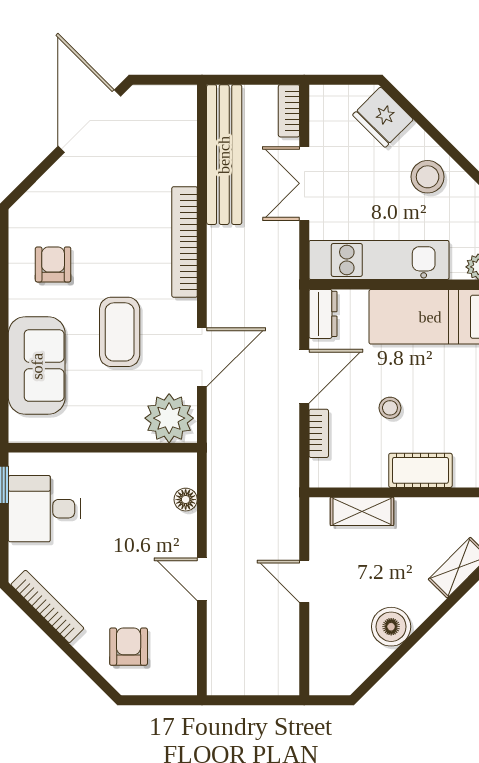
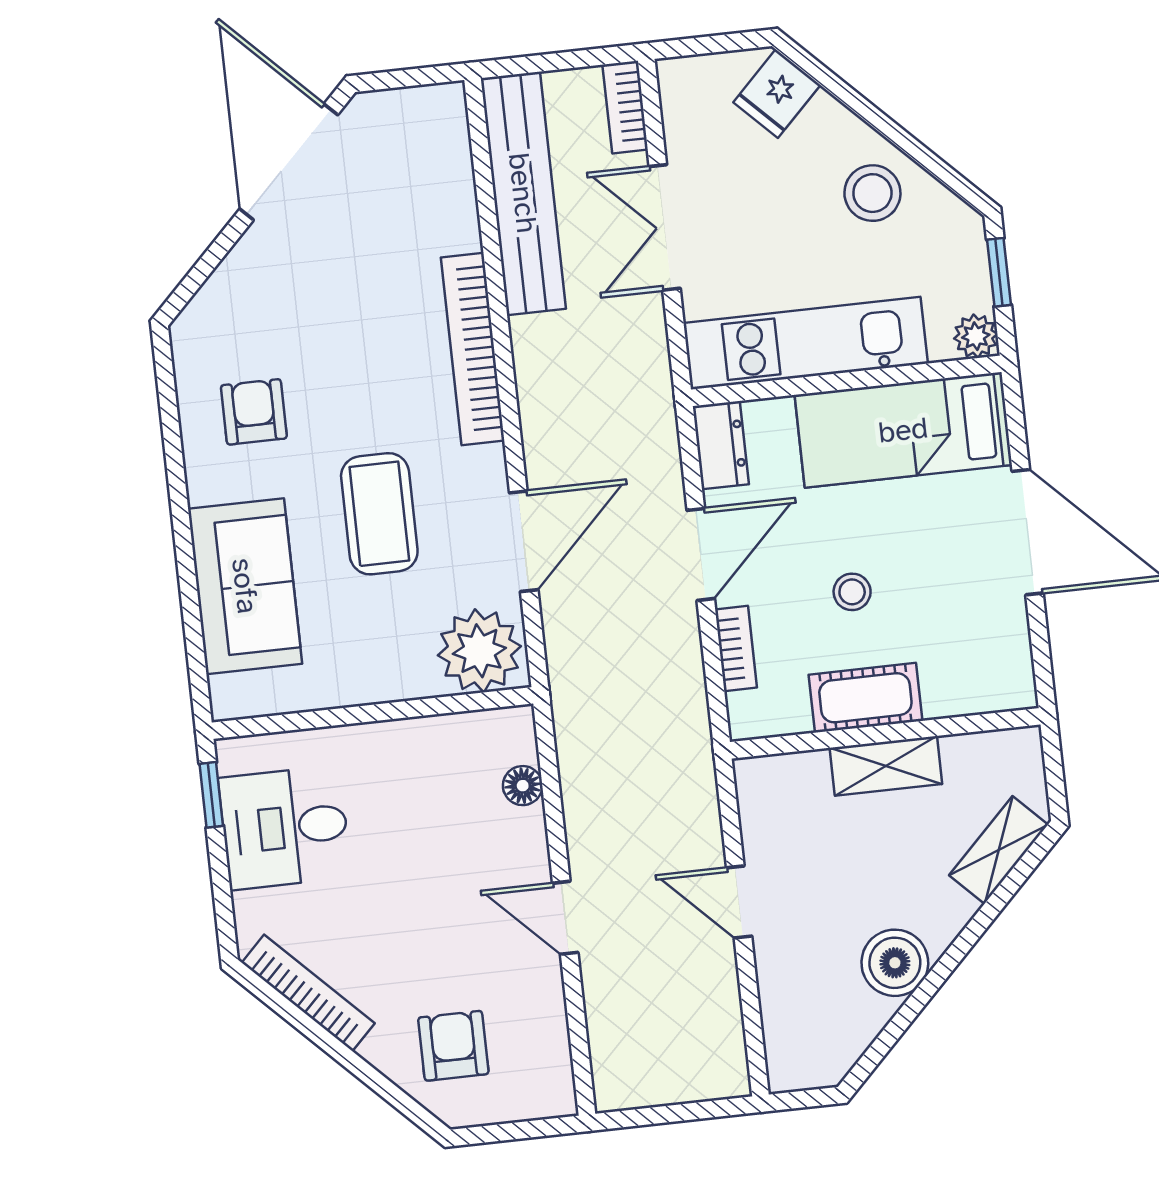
fridge: (383, 117) -> (777, 94), width x0.72
cot: (420, 470) -> (865, 698), moved
shelving: (362, 511) -> (886, 766), moved

